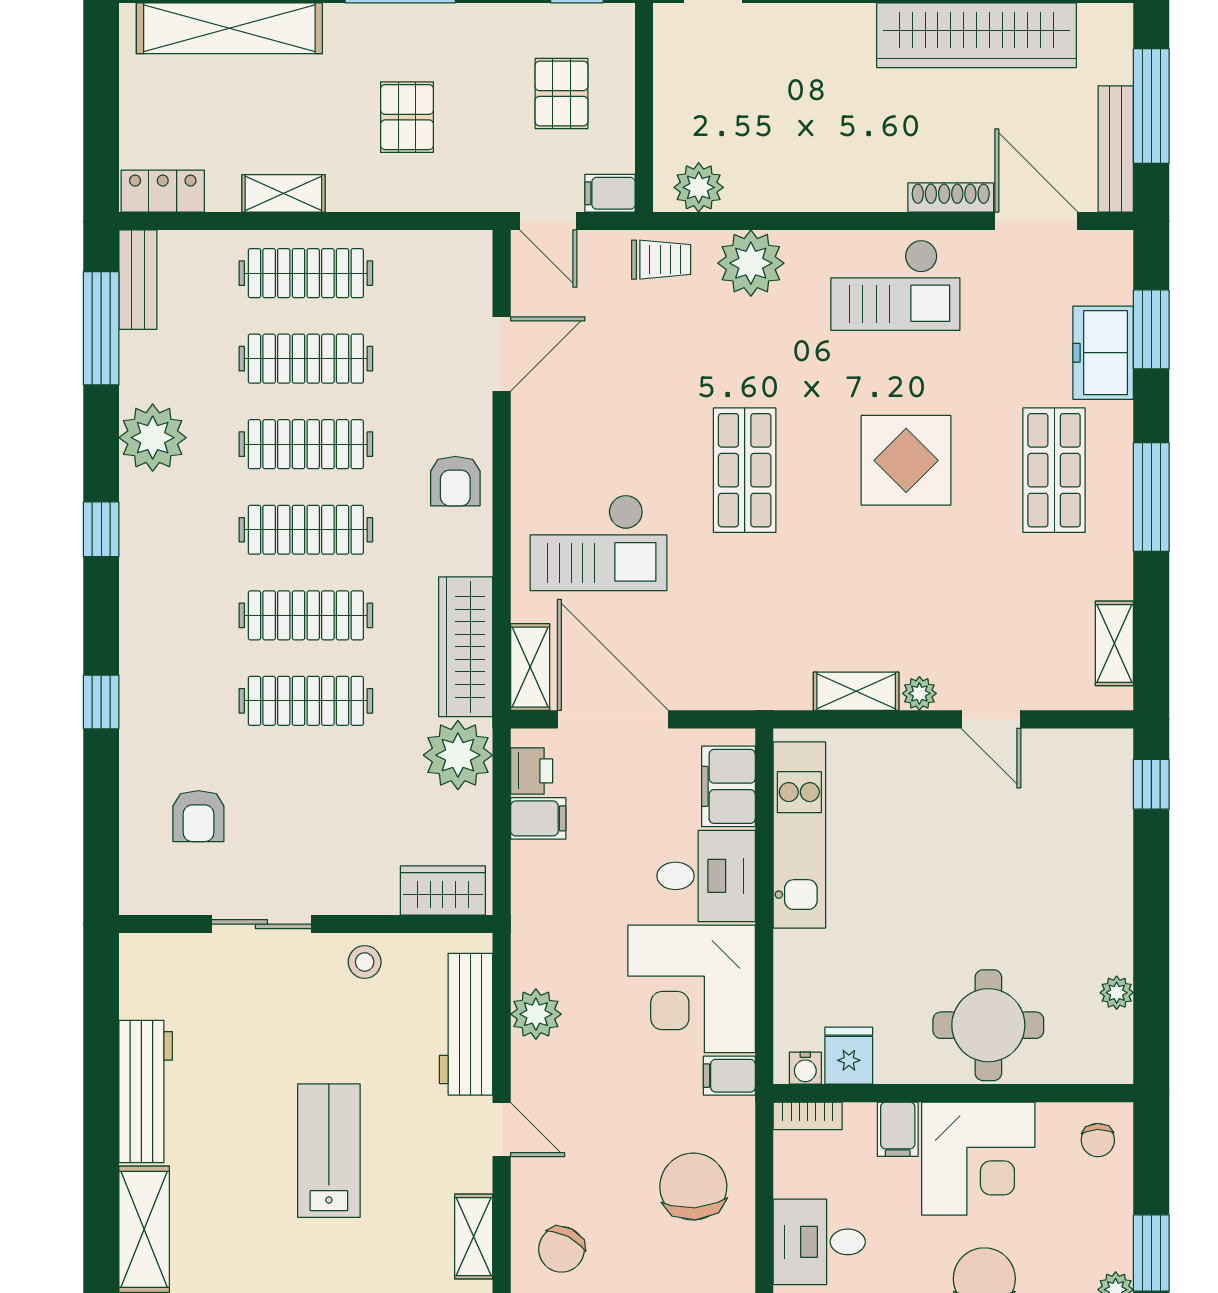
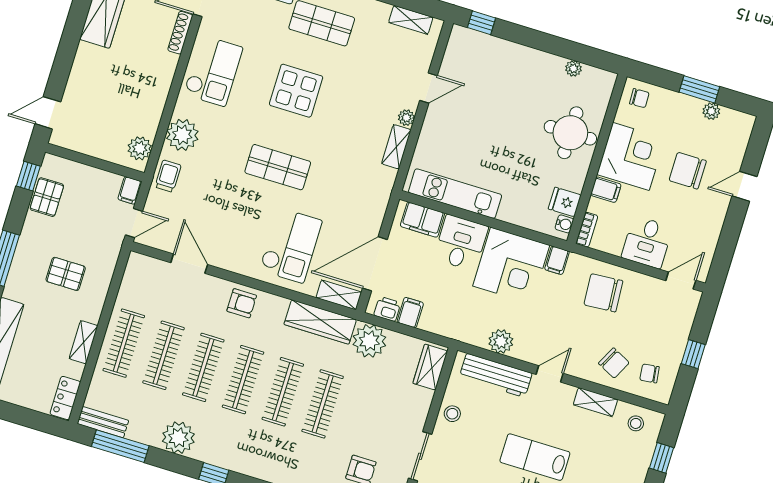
pallet: (561, 93) -> (47, 197), moved, turned 90

